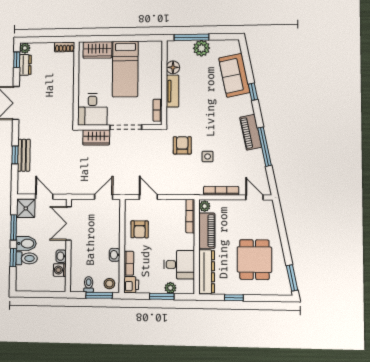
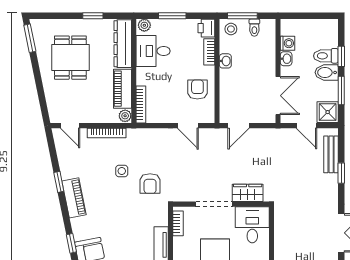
window: (265, 147) -> (59, 182), width x0.46
bench: (24, 155) -> (331, 154), moved
plant: (170, 288) -> (144, 25), moved

